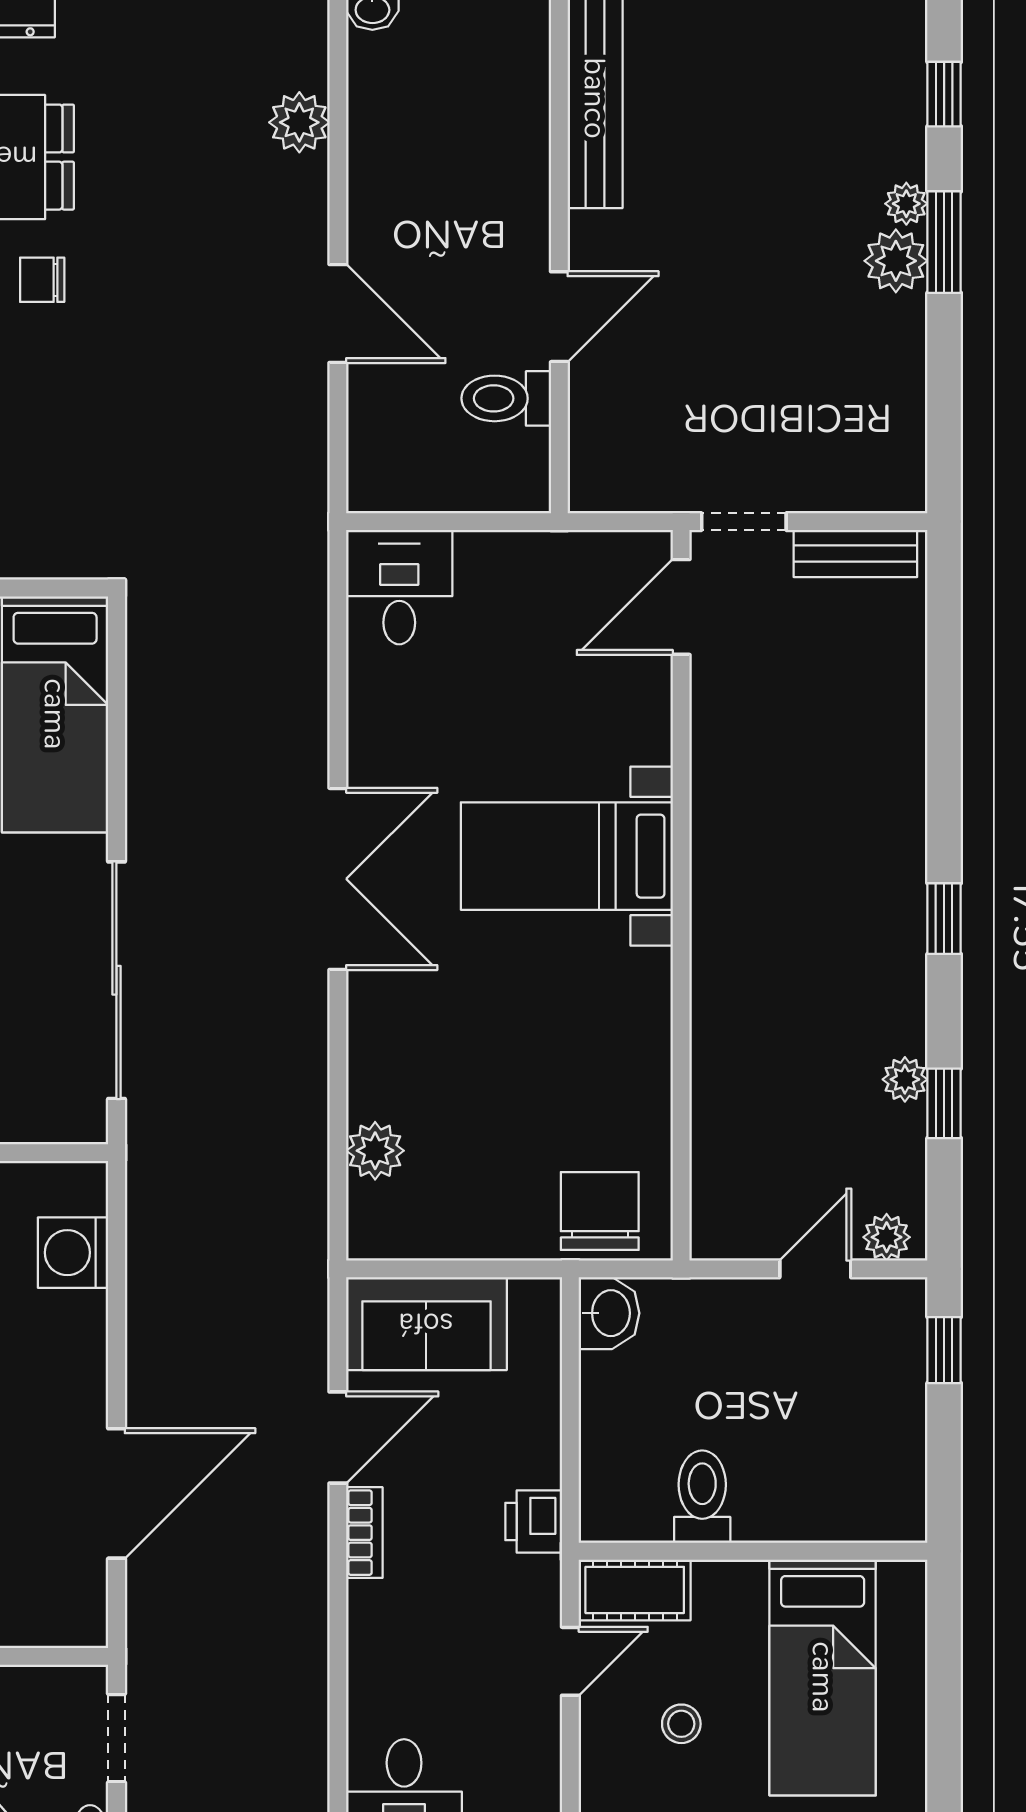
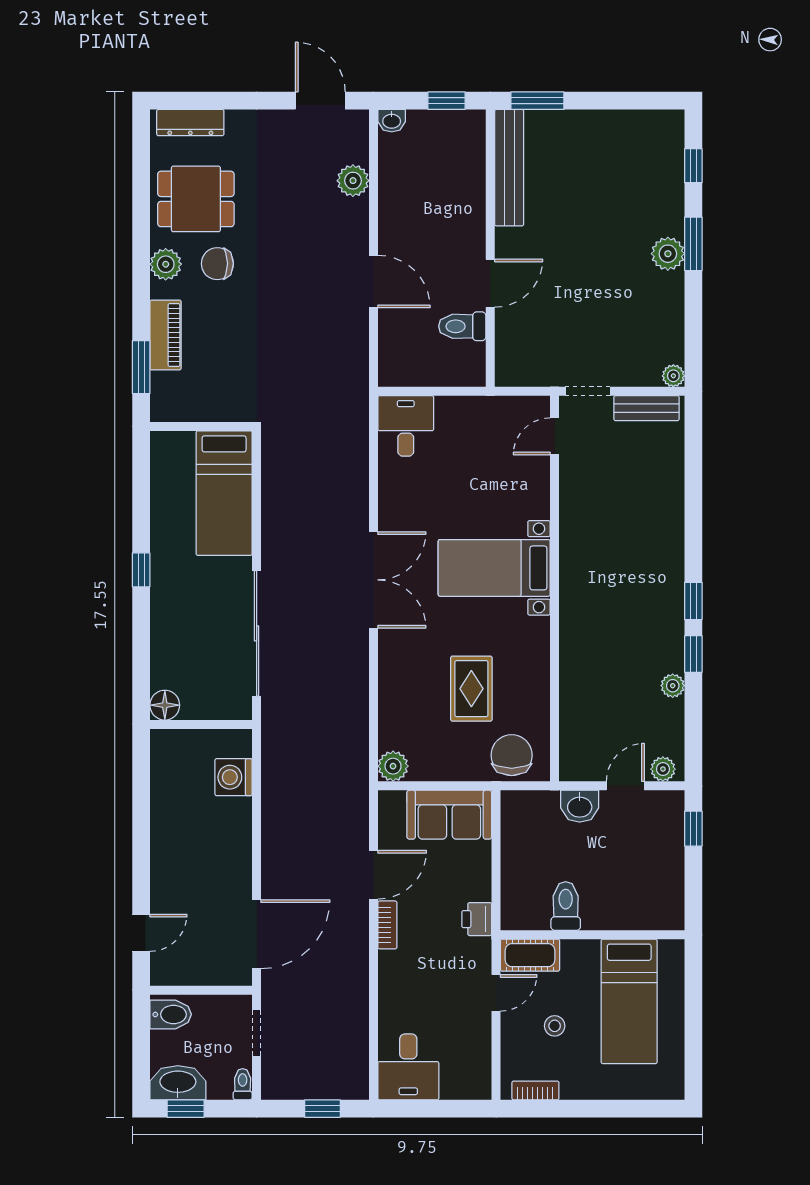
plant: (906, 204) -> (673, 376), moved
chair: (42, 280) -> (217, 264), width x1.37, depth x1.37
door: (681, 607) -> (555, 436), width x0.73
rug: (524, 1085) -> (471, 689), added
window: (944, 1103) -> (693, 654), moved
plant: (375, 1151) -> (393, 766), moved
washbasin: (609, 1313) -> (580, 806), moved, turned 90
sofa: (426, 1324) -> (449, 815), moved
door: (116, 1493) -> (257, 934), moved

